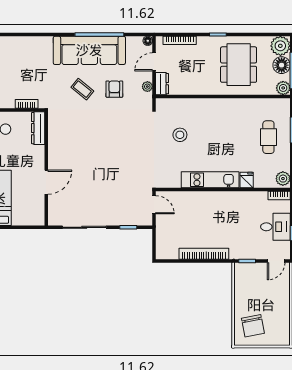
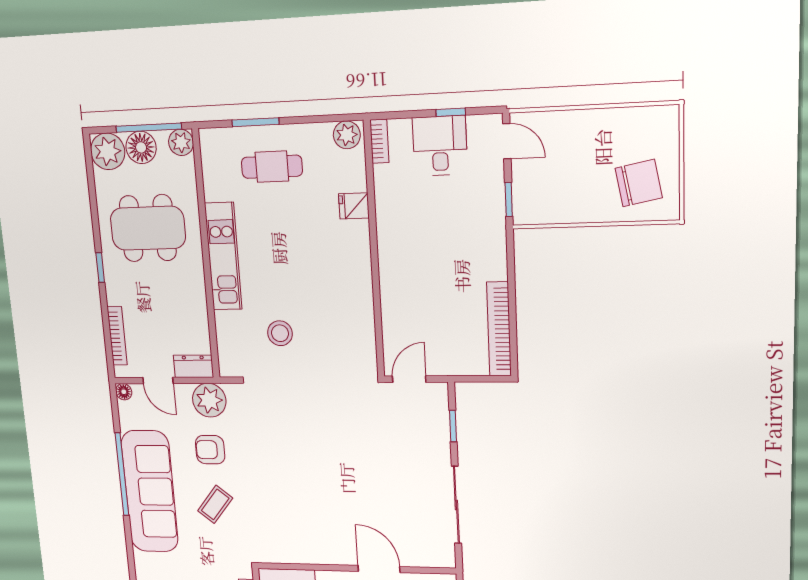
plant: (147, 87) -> (209, 400), width x1.87, depth x1.87
kitchen unit: (210, 180) -> (223, 256), moved, turned 180
bookcase: (204, 254) -> (499, 329), moved

